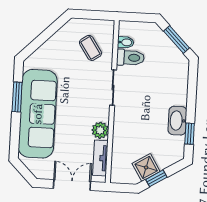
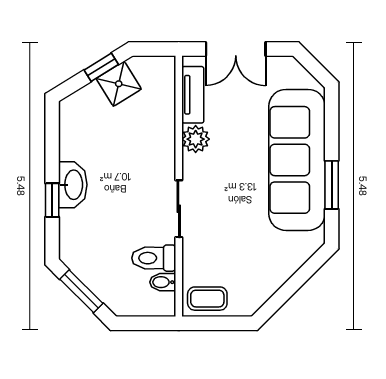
coffee table: (90, 48) -> (207, 299), moved, turned -56
washbasin: (177, 121) -> (73, 185), moved
window: (190, 134) -> (52, 200), moved

